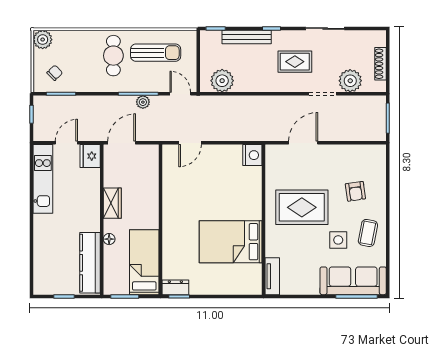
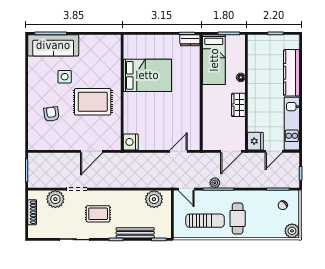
sun lounger: (156, 53) -> (205, 221), turned 180
coffee table: (368, 233) -> (42, 82), removed
kitchen counter: (90, 263) -> (291, 73), moved, turned 180
tv unit: (272, 276) -> (115, 49), removed

